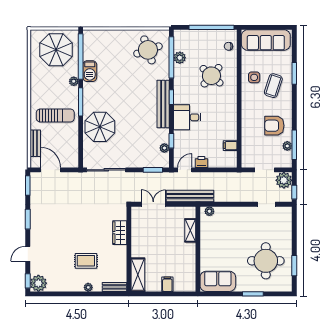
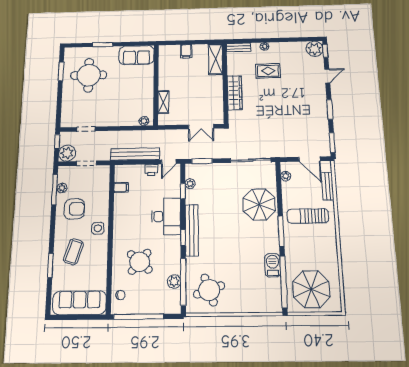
side table: (254, 77) -> (98, 228), moved
plant: (74, 81) -> (286, 176), moved
desk: (187, 117) -> (166, 216), width x1.37
bench: (190, 196) -> (135, 154), moved
wardrobe: (120, 233) -> (235, 93), width x1.50

